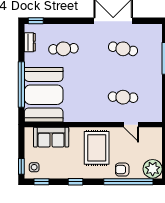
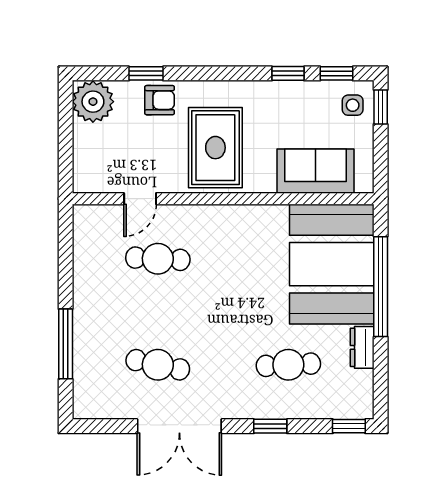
window: (72, 21) -> (270, 426), added
dresser: (30, 42) -> (362, 347), moved
door: (131, 125) -> (140, 199), swing flipped
window: (76, 182) -> (288, 73), moved
window: (128, 182) -> (146, 73), width x0.32

